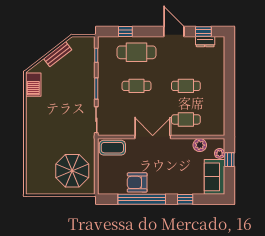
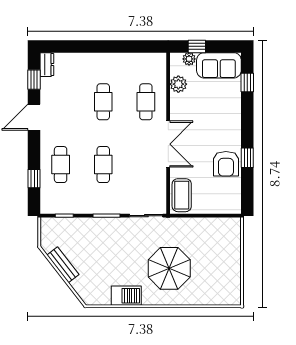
dresser: (205, 42) -> (47, 65), moved
cafe table: (136, 52) -> (61, 165), width x0.73, depth x0.74
barbecue: (33, 85) -> (126, 296), moved
double door: (153, 137) -> (168, 144), swing flipped
parasol: (72, 171) -> (169, 268), moved
window: (142, 199) -> (247, 158), width x0.32
window: (185, 199) -> (247, 83), moved

